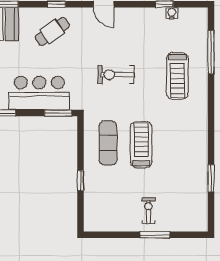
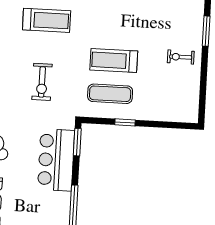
window: (80, 181) -> (125, 122), moved
window: (155, 235) -> (206, 31), moved

